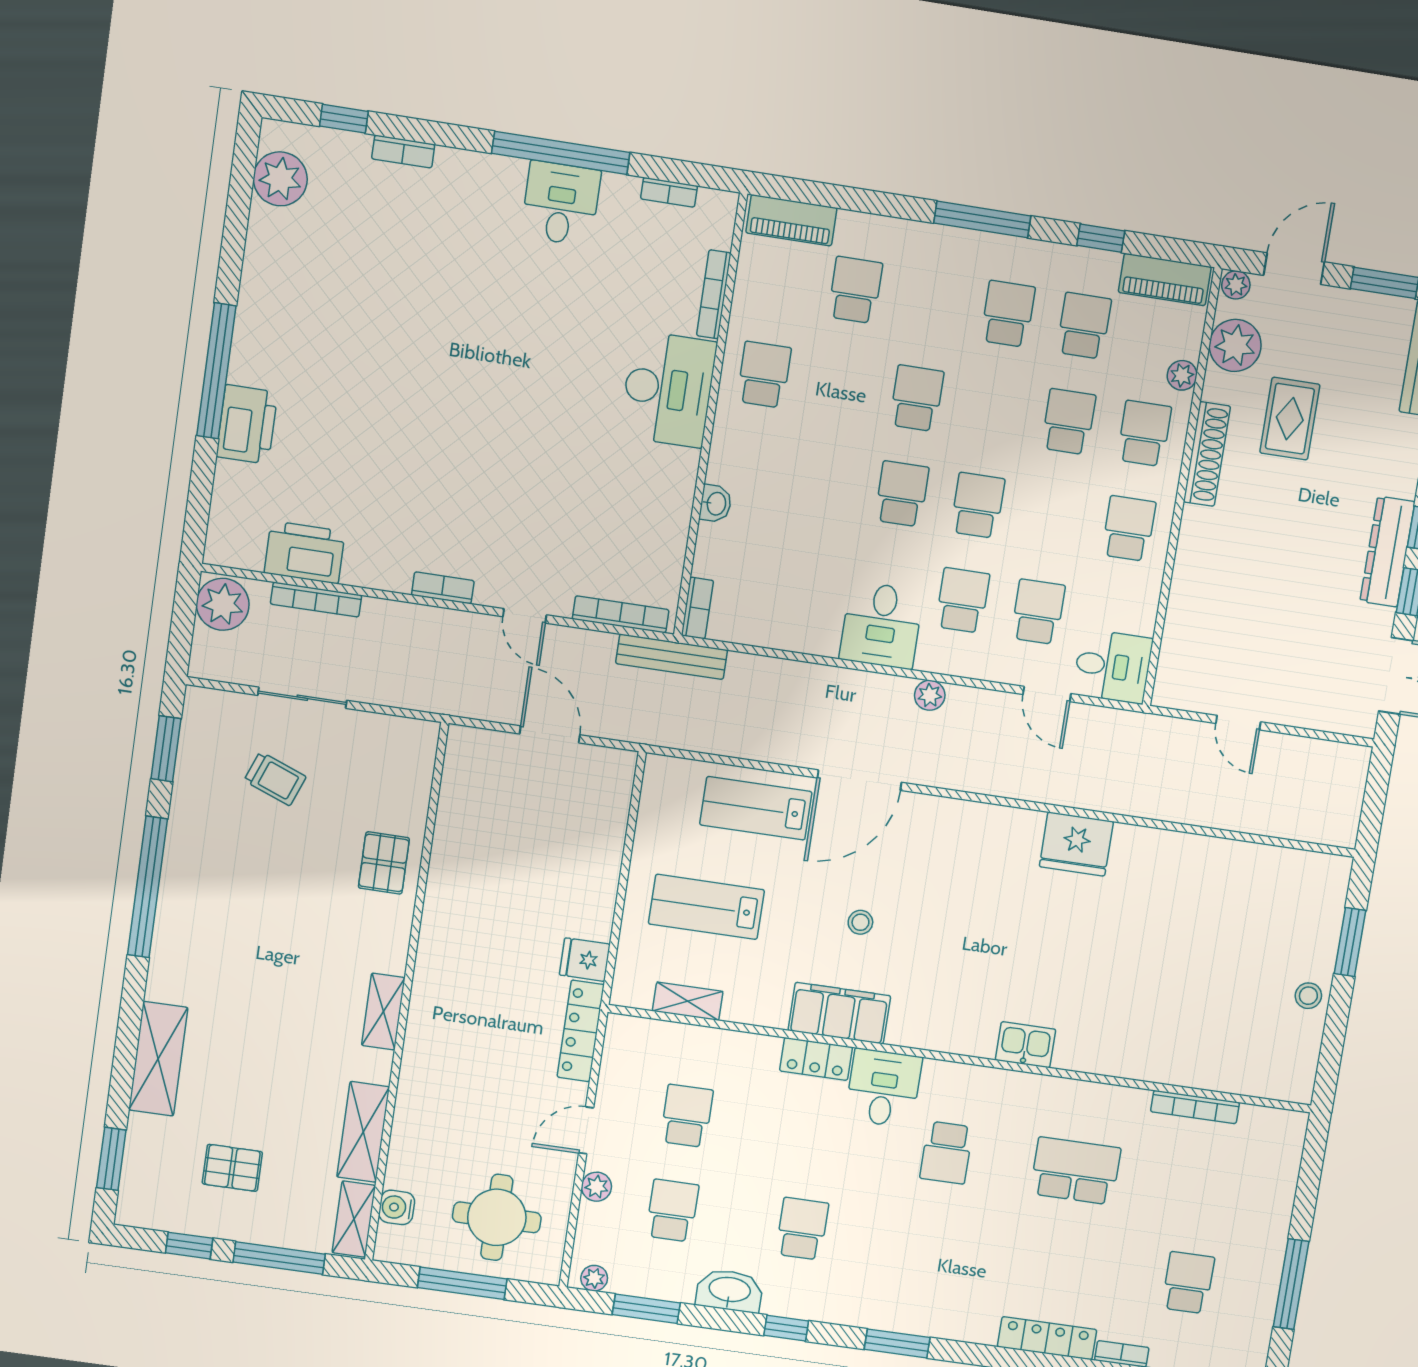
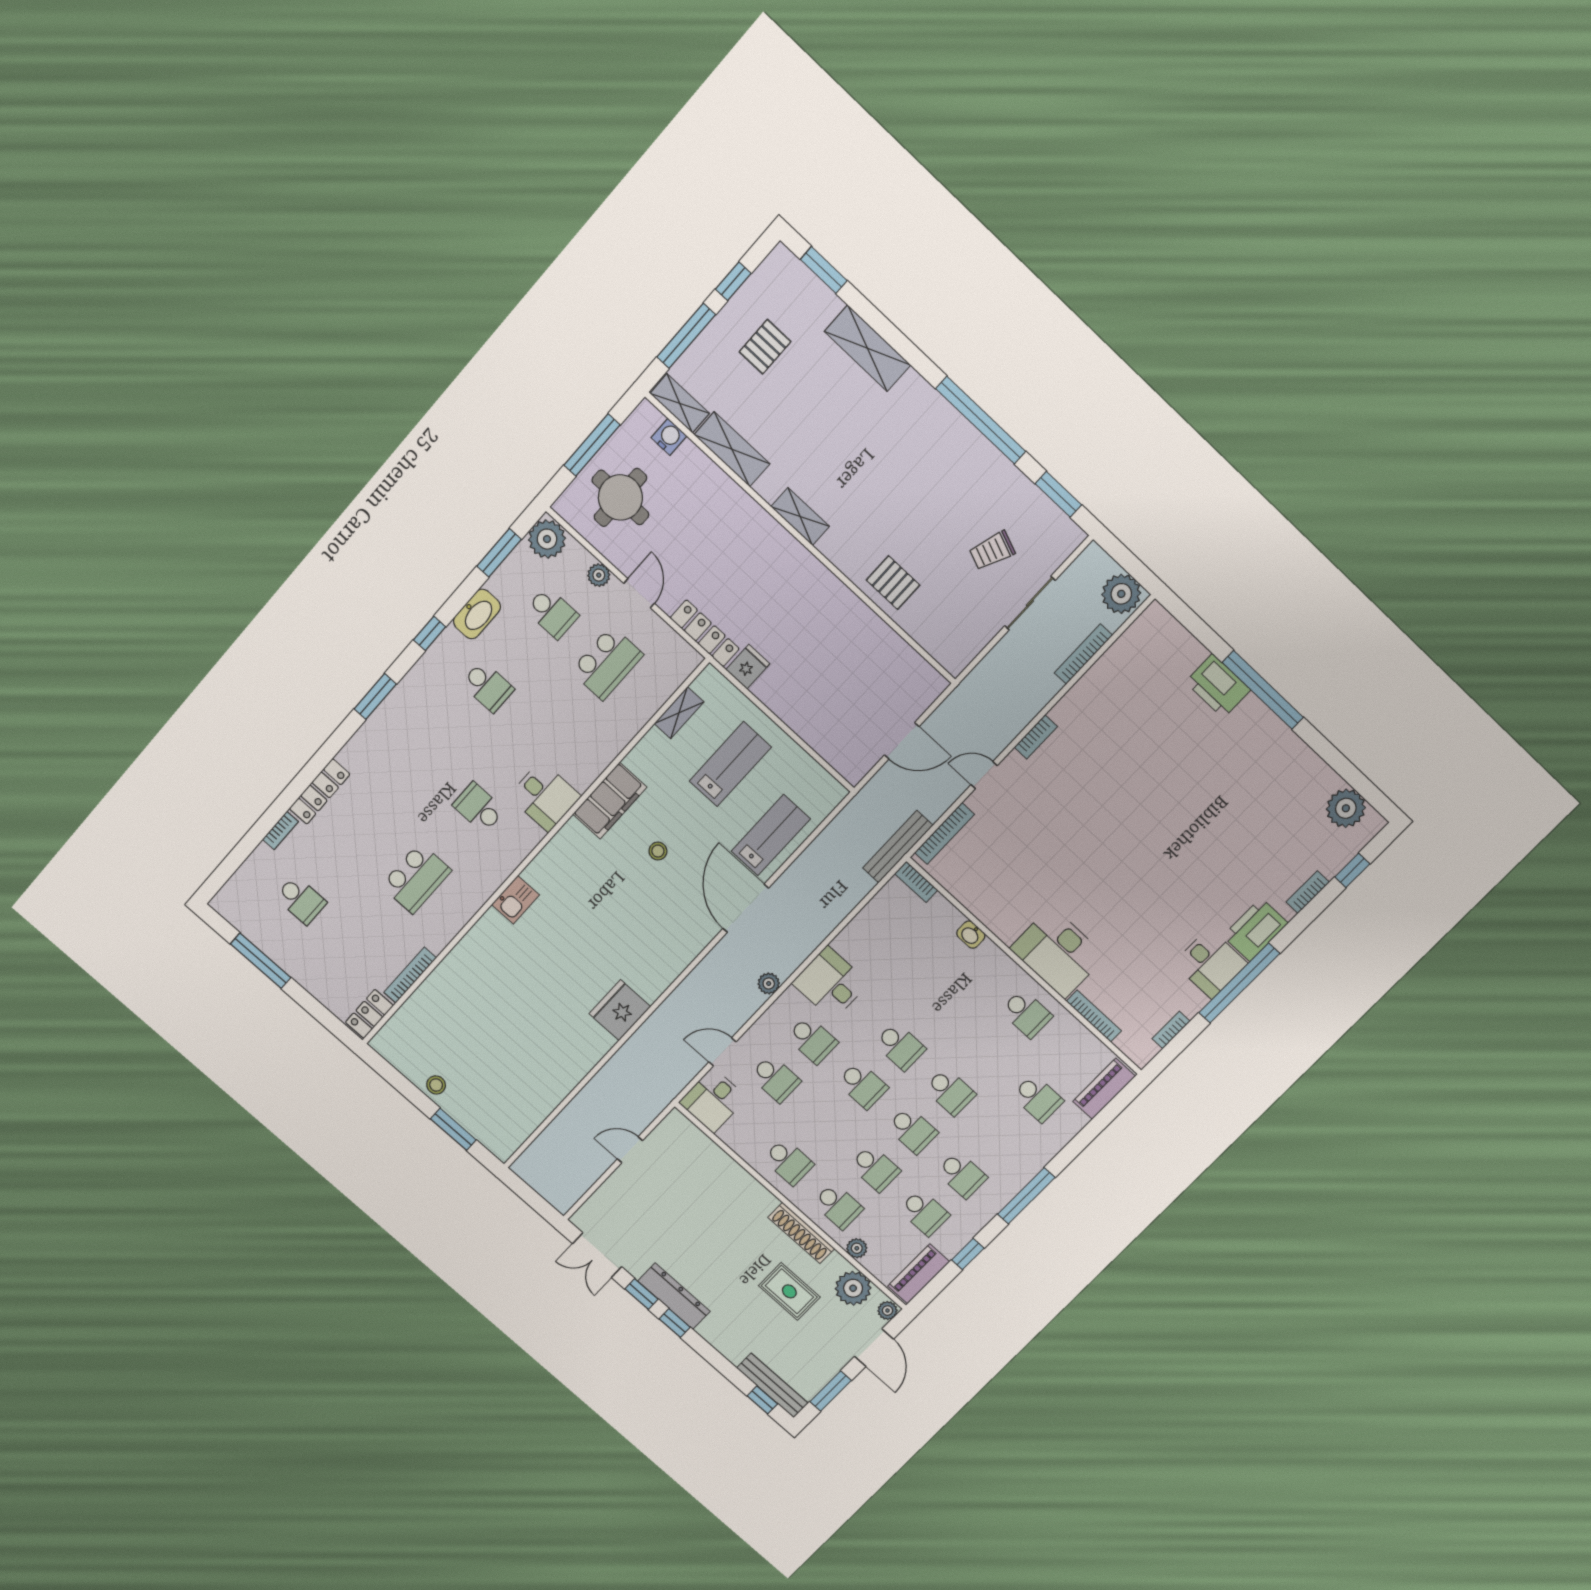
school desk: (993, 410) -> (912, 1130), added
printer: (305, 552) -> (1255, 930), moved, turned 180
locker: (816, 1059) -> (369, 1014), moved
school desk: (687, 1116) -> (607, 663), width x1.85
plant: (594, 1278) -> (547, 539), width x1.87, depth x1.87

